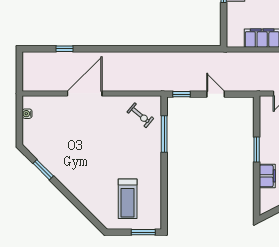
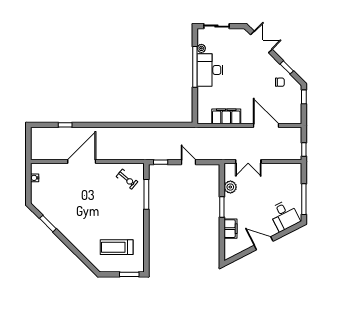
plant: (267, 125) -> (230, 187), added
treadmill: (128, 199) -> (117, 247), turned 90

